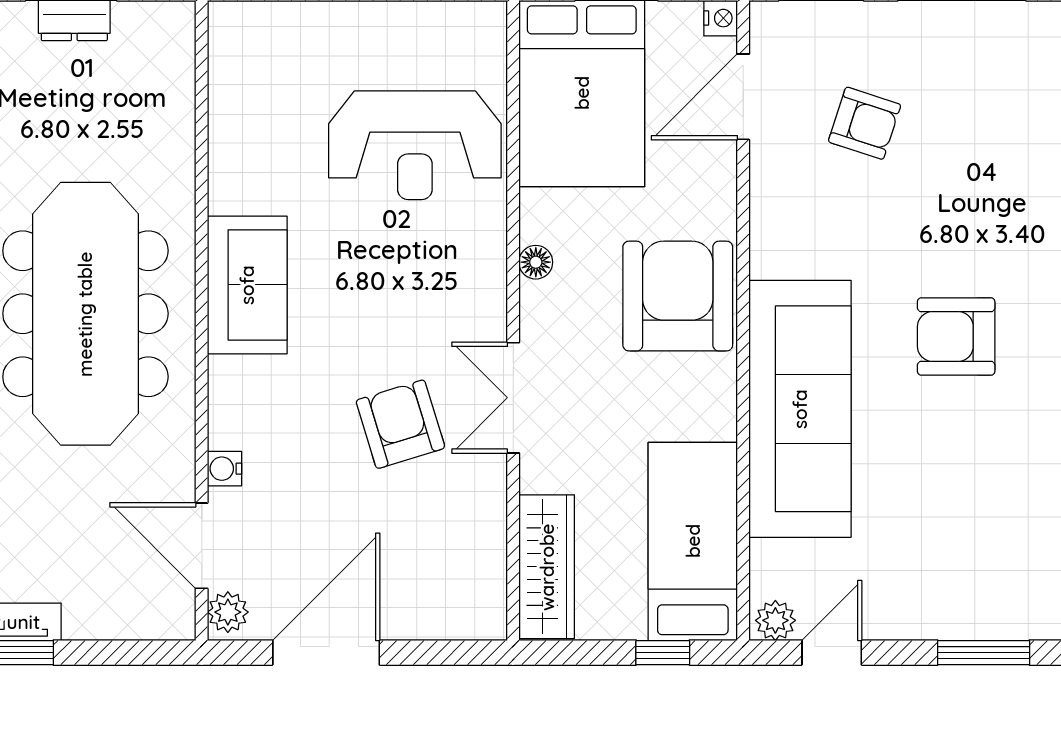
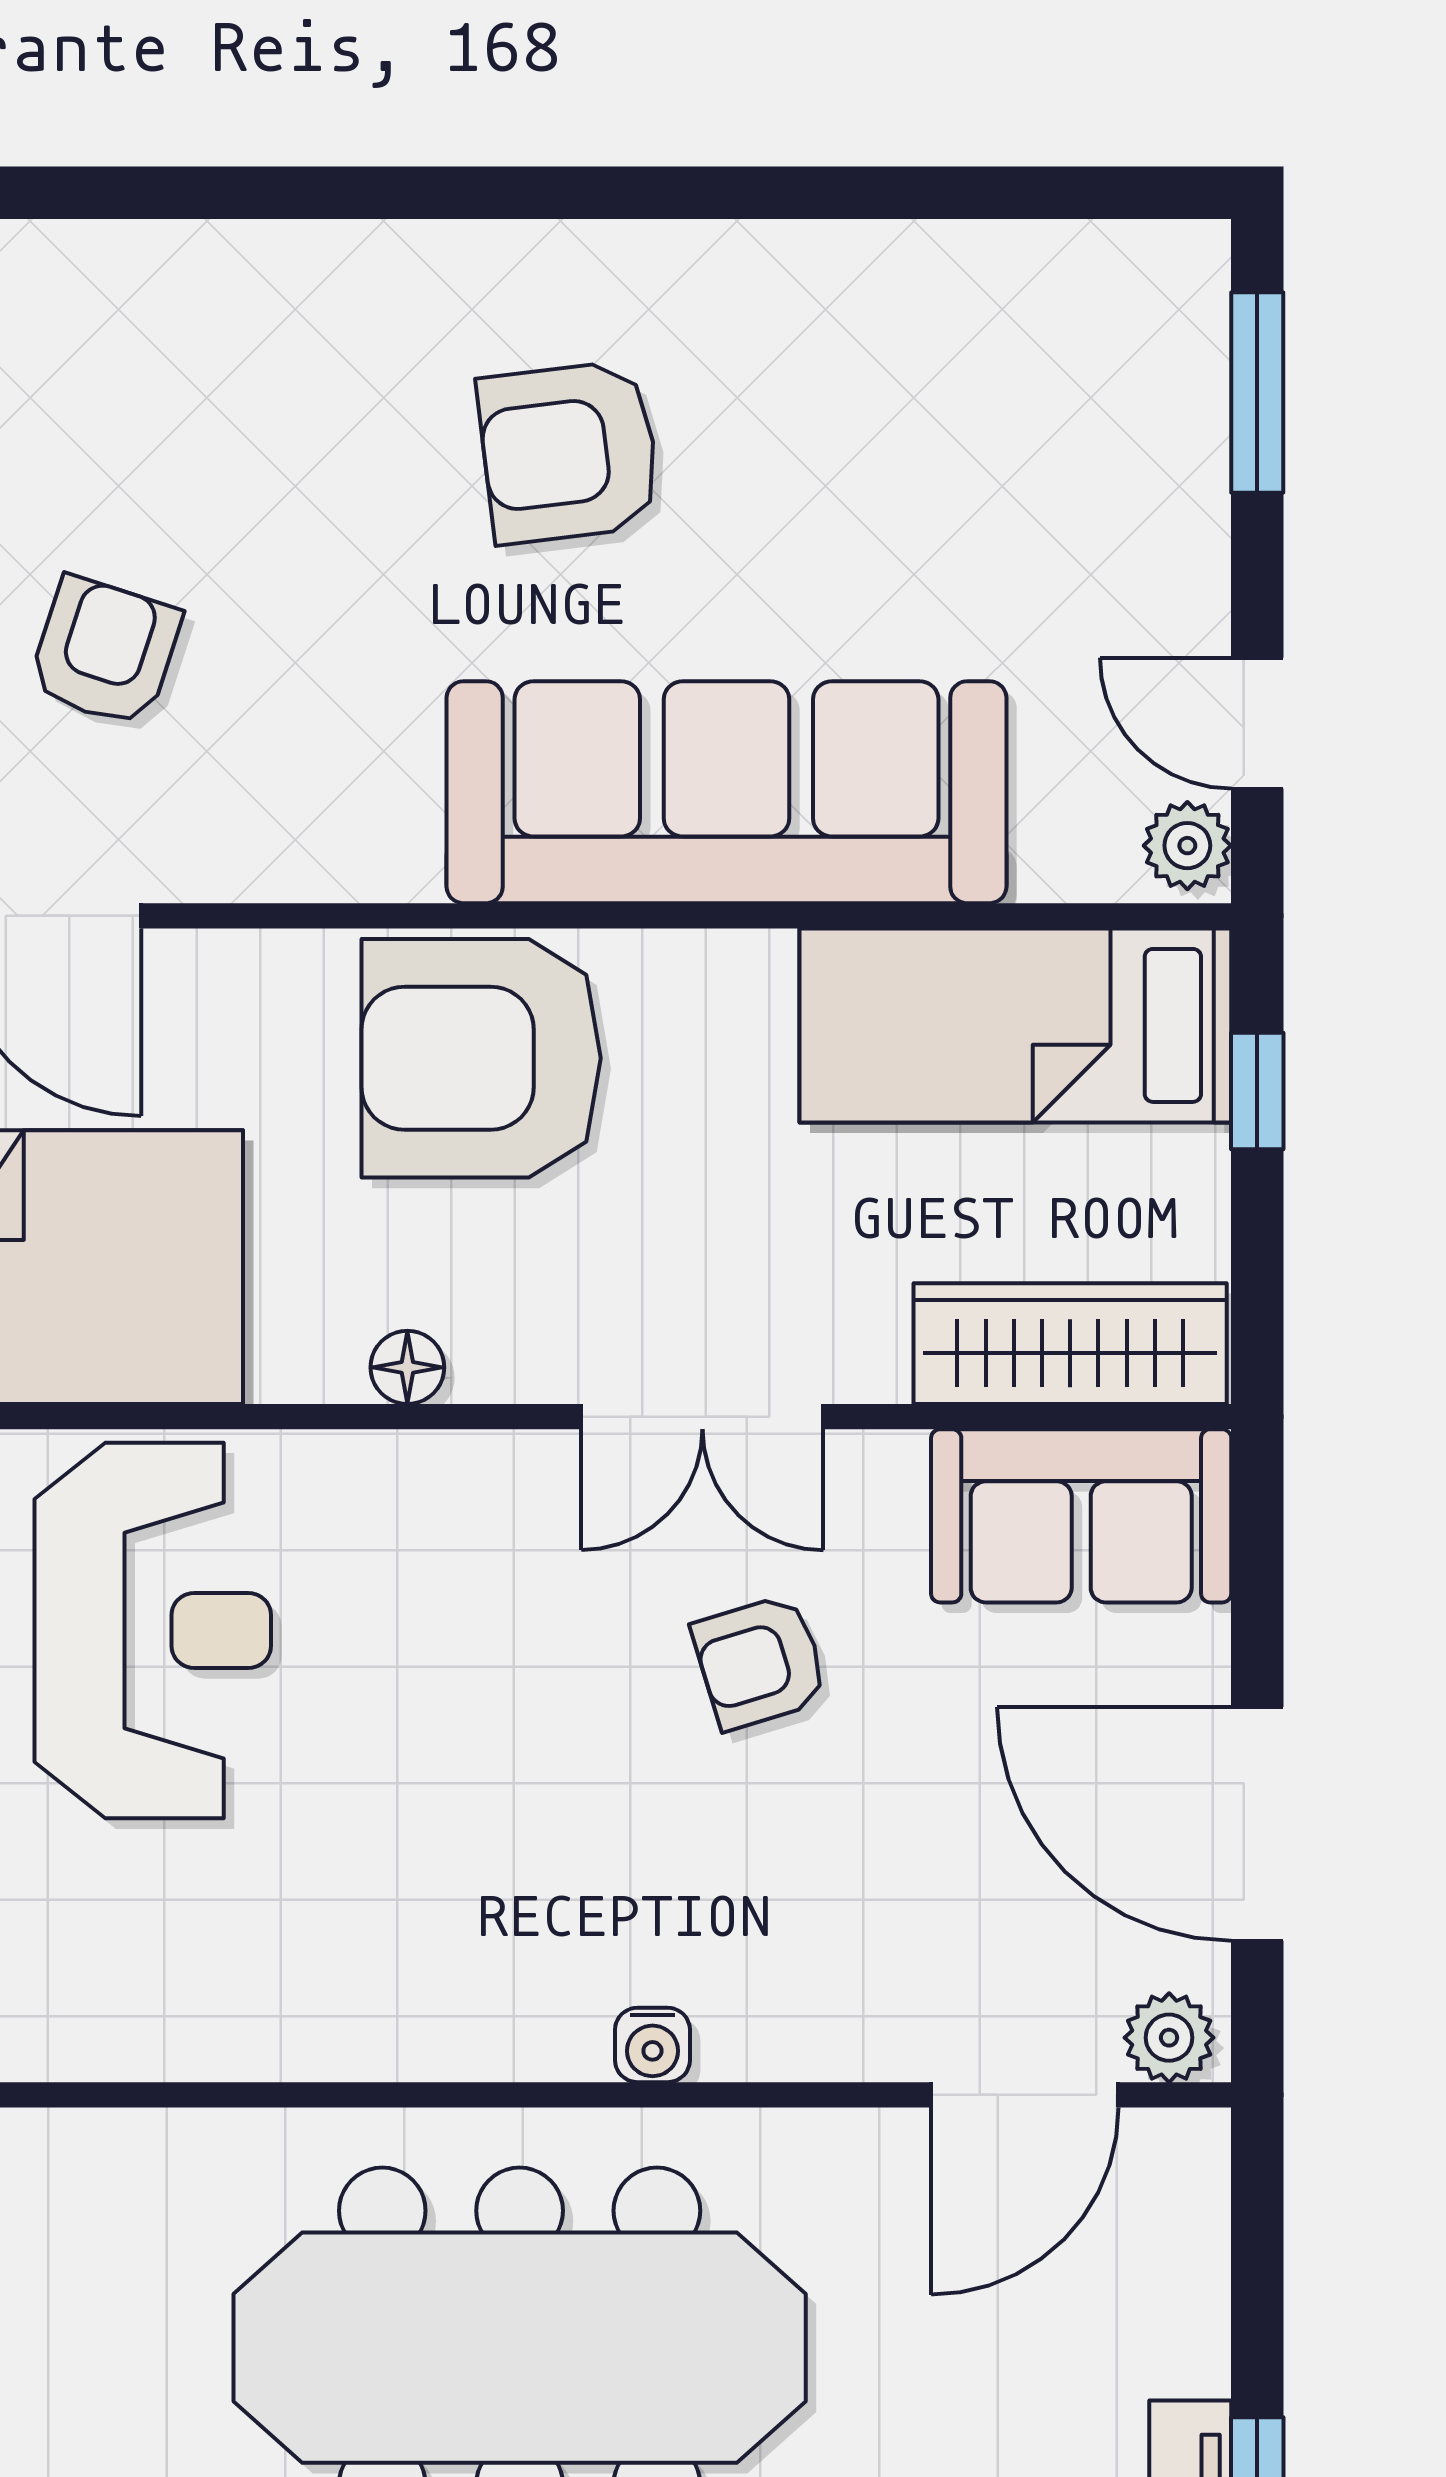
sofa: (247, 285) -> (1081, 1516), moved, turned 180
armchair: (956, 336) -> (569, 452), turned 83
armchair: (400, 424) -> (760, 1662), width x0.72, depth x0.72
water cooler: (225, 469) -> (652, 2045), moved

